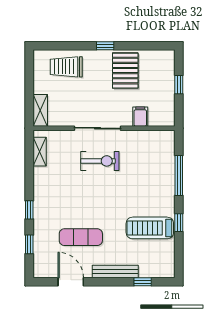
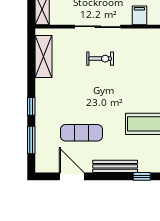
shelving: (40, 152) -> (44, 56), width x1.50, depth x1.33
exercise bike: (100, 161) -> (100, 59), width x0.73, depth x0.72
window: (29, 244) -> (31, 140), width x1.50

